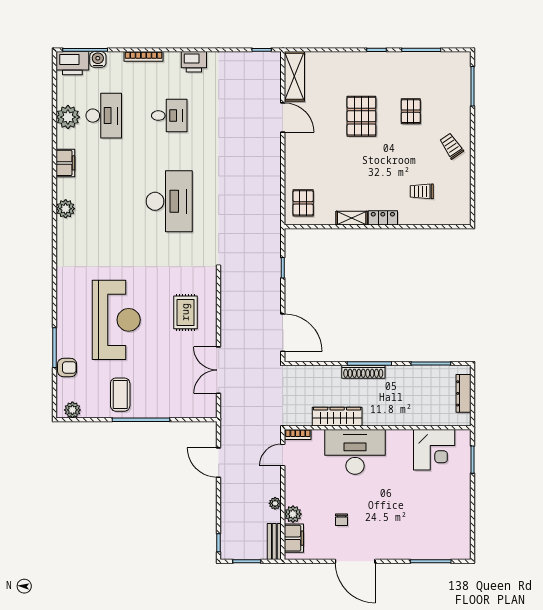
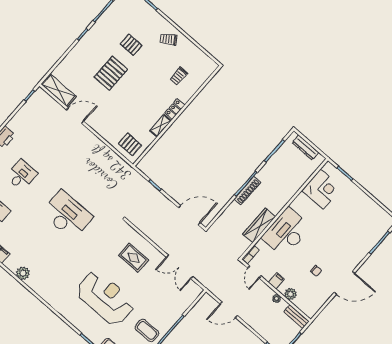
pallet: (361, 116) -> (111, 73), turned 90
filing cabinet: (294, 538) -> (276, 281), moved, width x0.50

